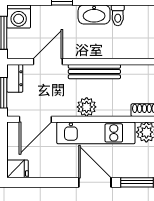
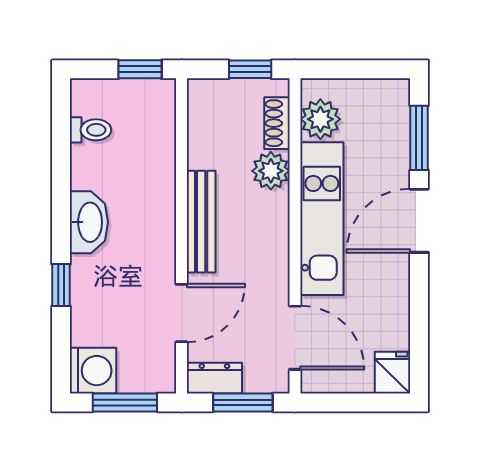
toilet: (118, 15) -> (91, 130), moved
door: (48, 62) -> (182, 313), swing flipped
plant: (87, 107) -> (271, 171), moved

